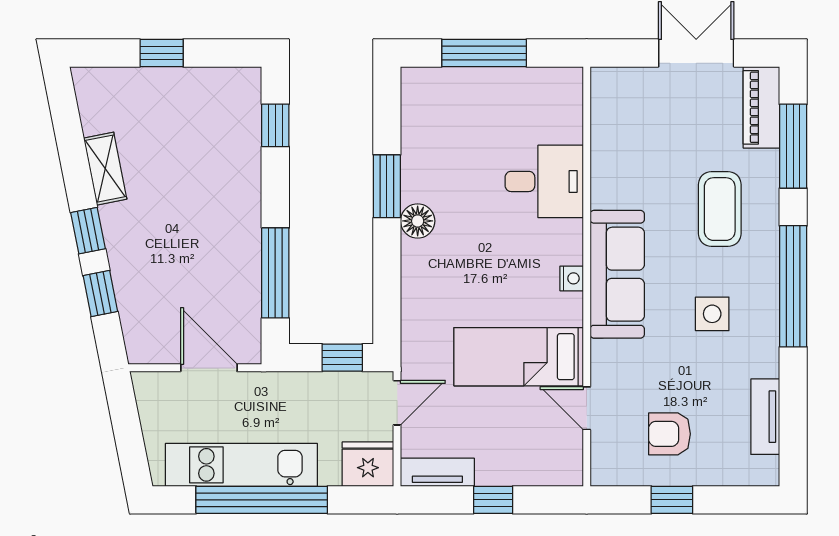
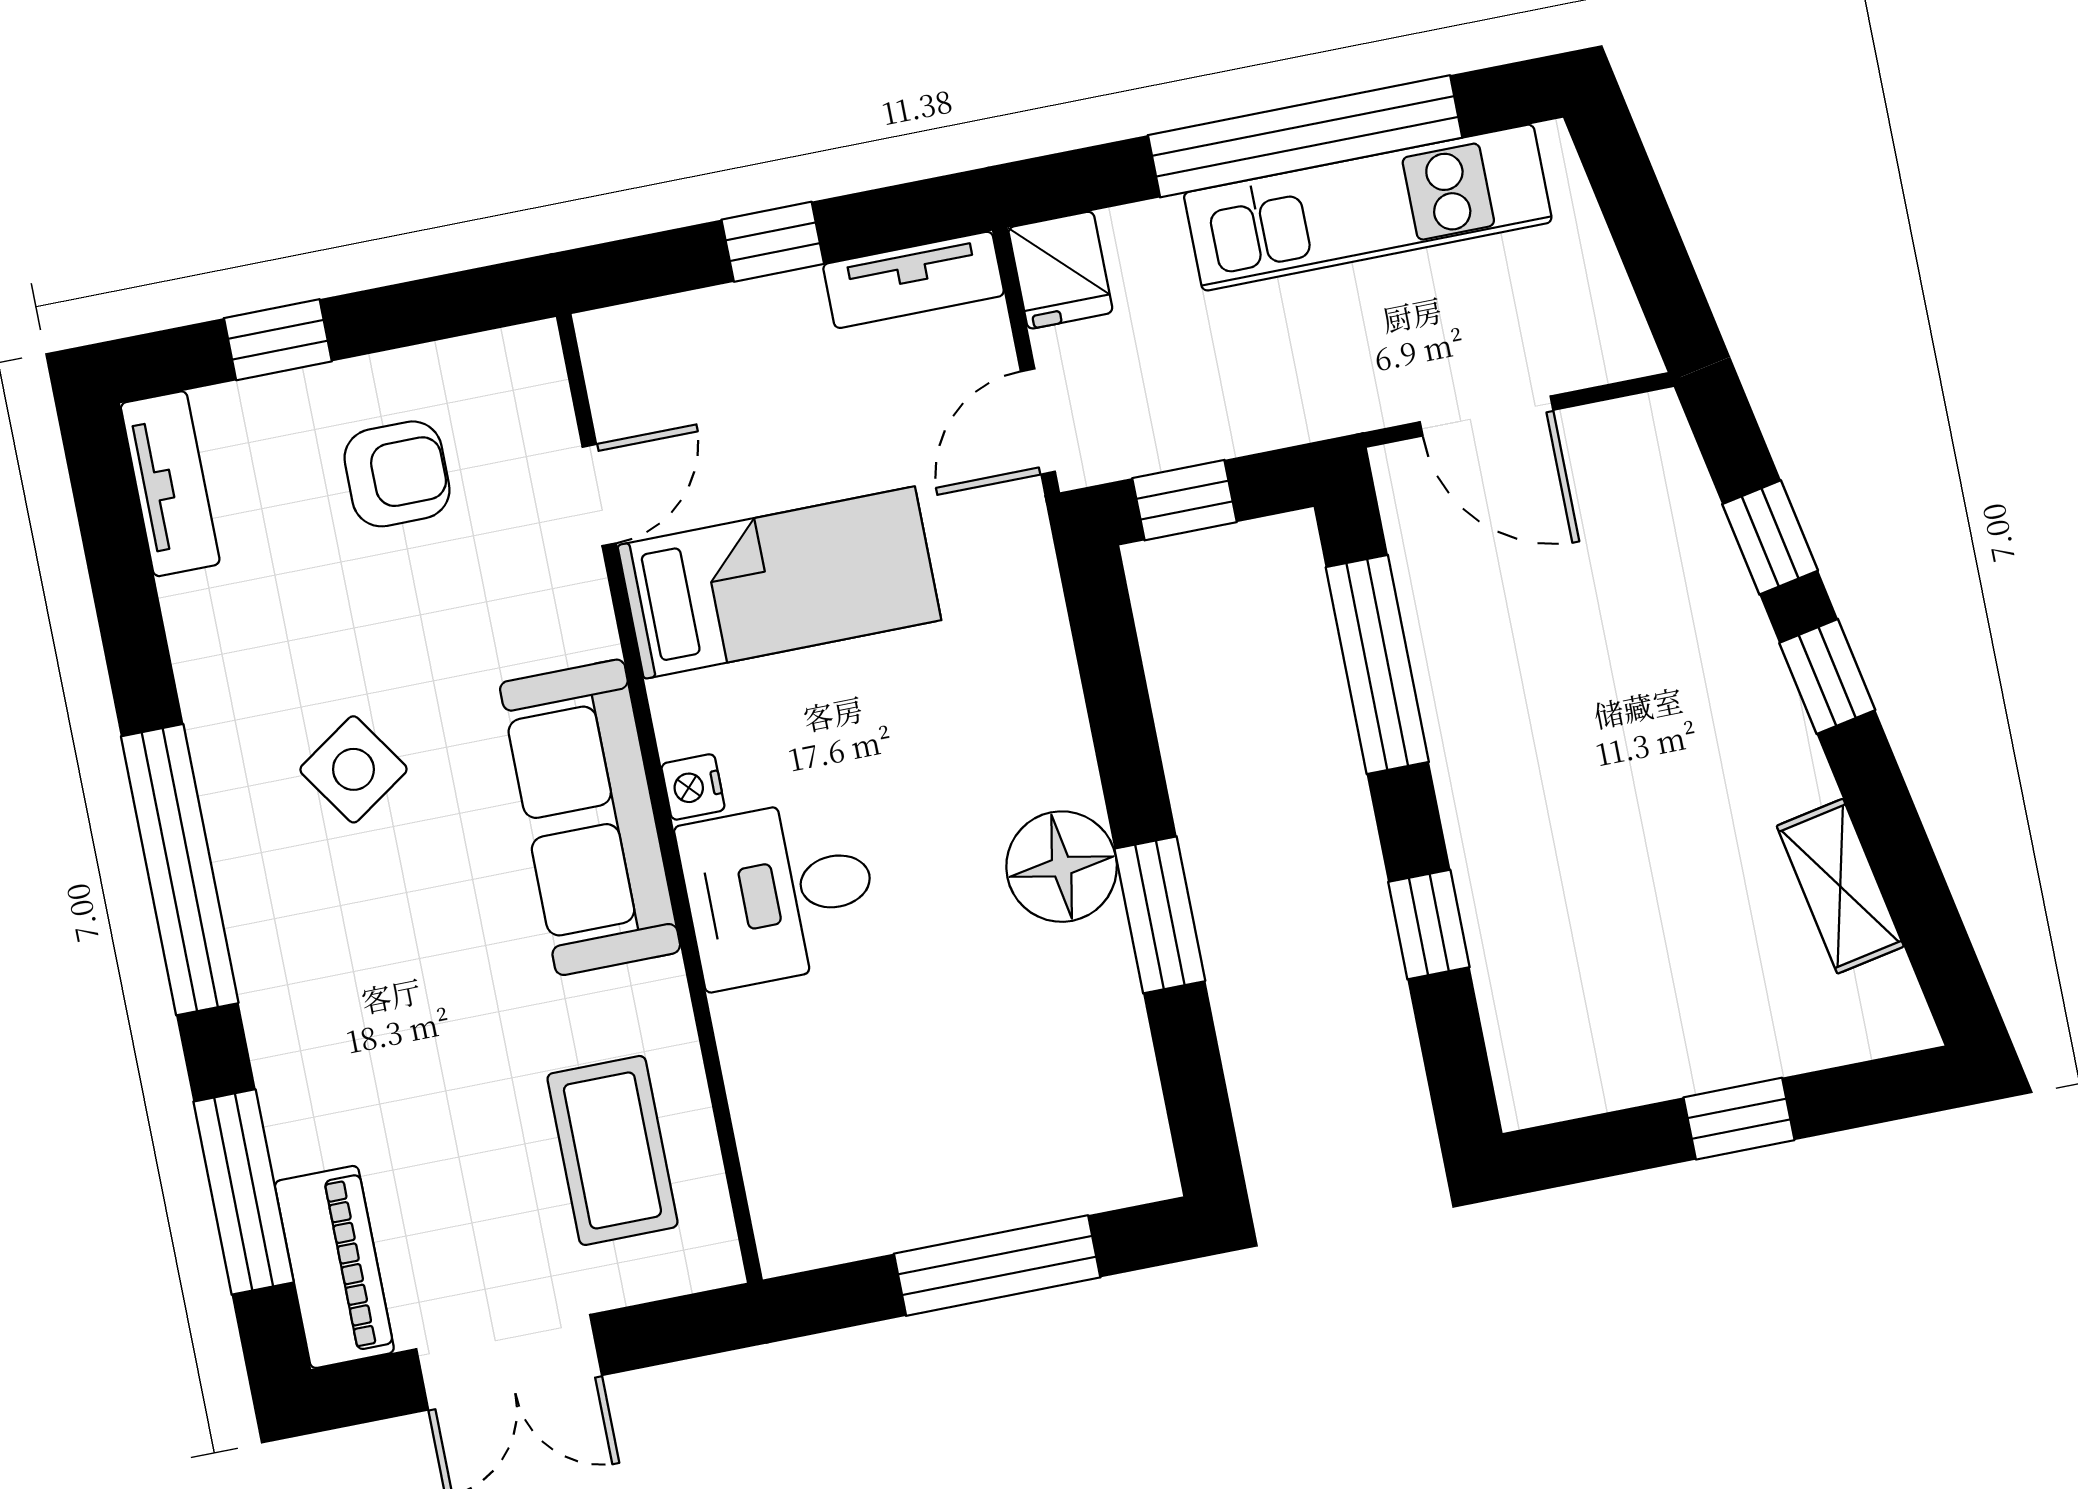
window: (275, 125) -> (1429, 925), moved
shelving: (105, 169) -> (1840, 886), moved
desk: (544, 181) -> (779, 892), moved
coffee table: (720, 209) -> (612, 1150), moved
floor lamp: (418, 221) -> (1062, 867), width x1.38, depth x1.38
side table: (712, 314) -> (353, 769), turned -34
door: (587, 408) -> (599, 495), hinge flipped
tv unit: (765, 417) -> (170, 484), moved
fridge: (368, 464) -> (1060, 270), width x0.72
window: (672, 500) -> (278, 340), moved

